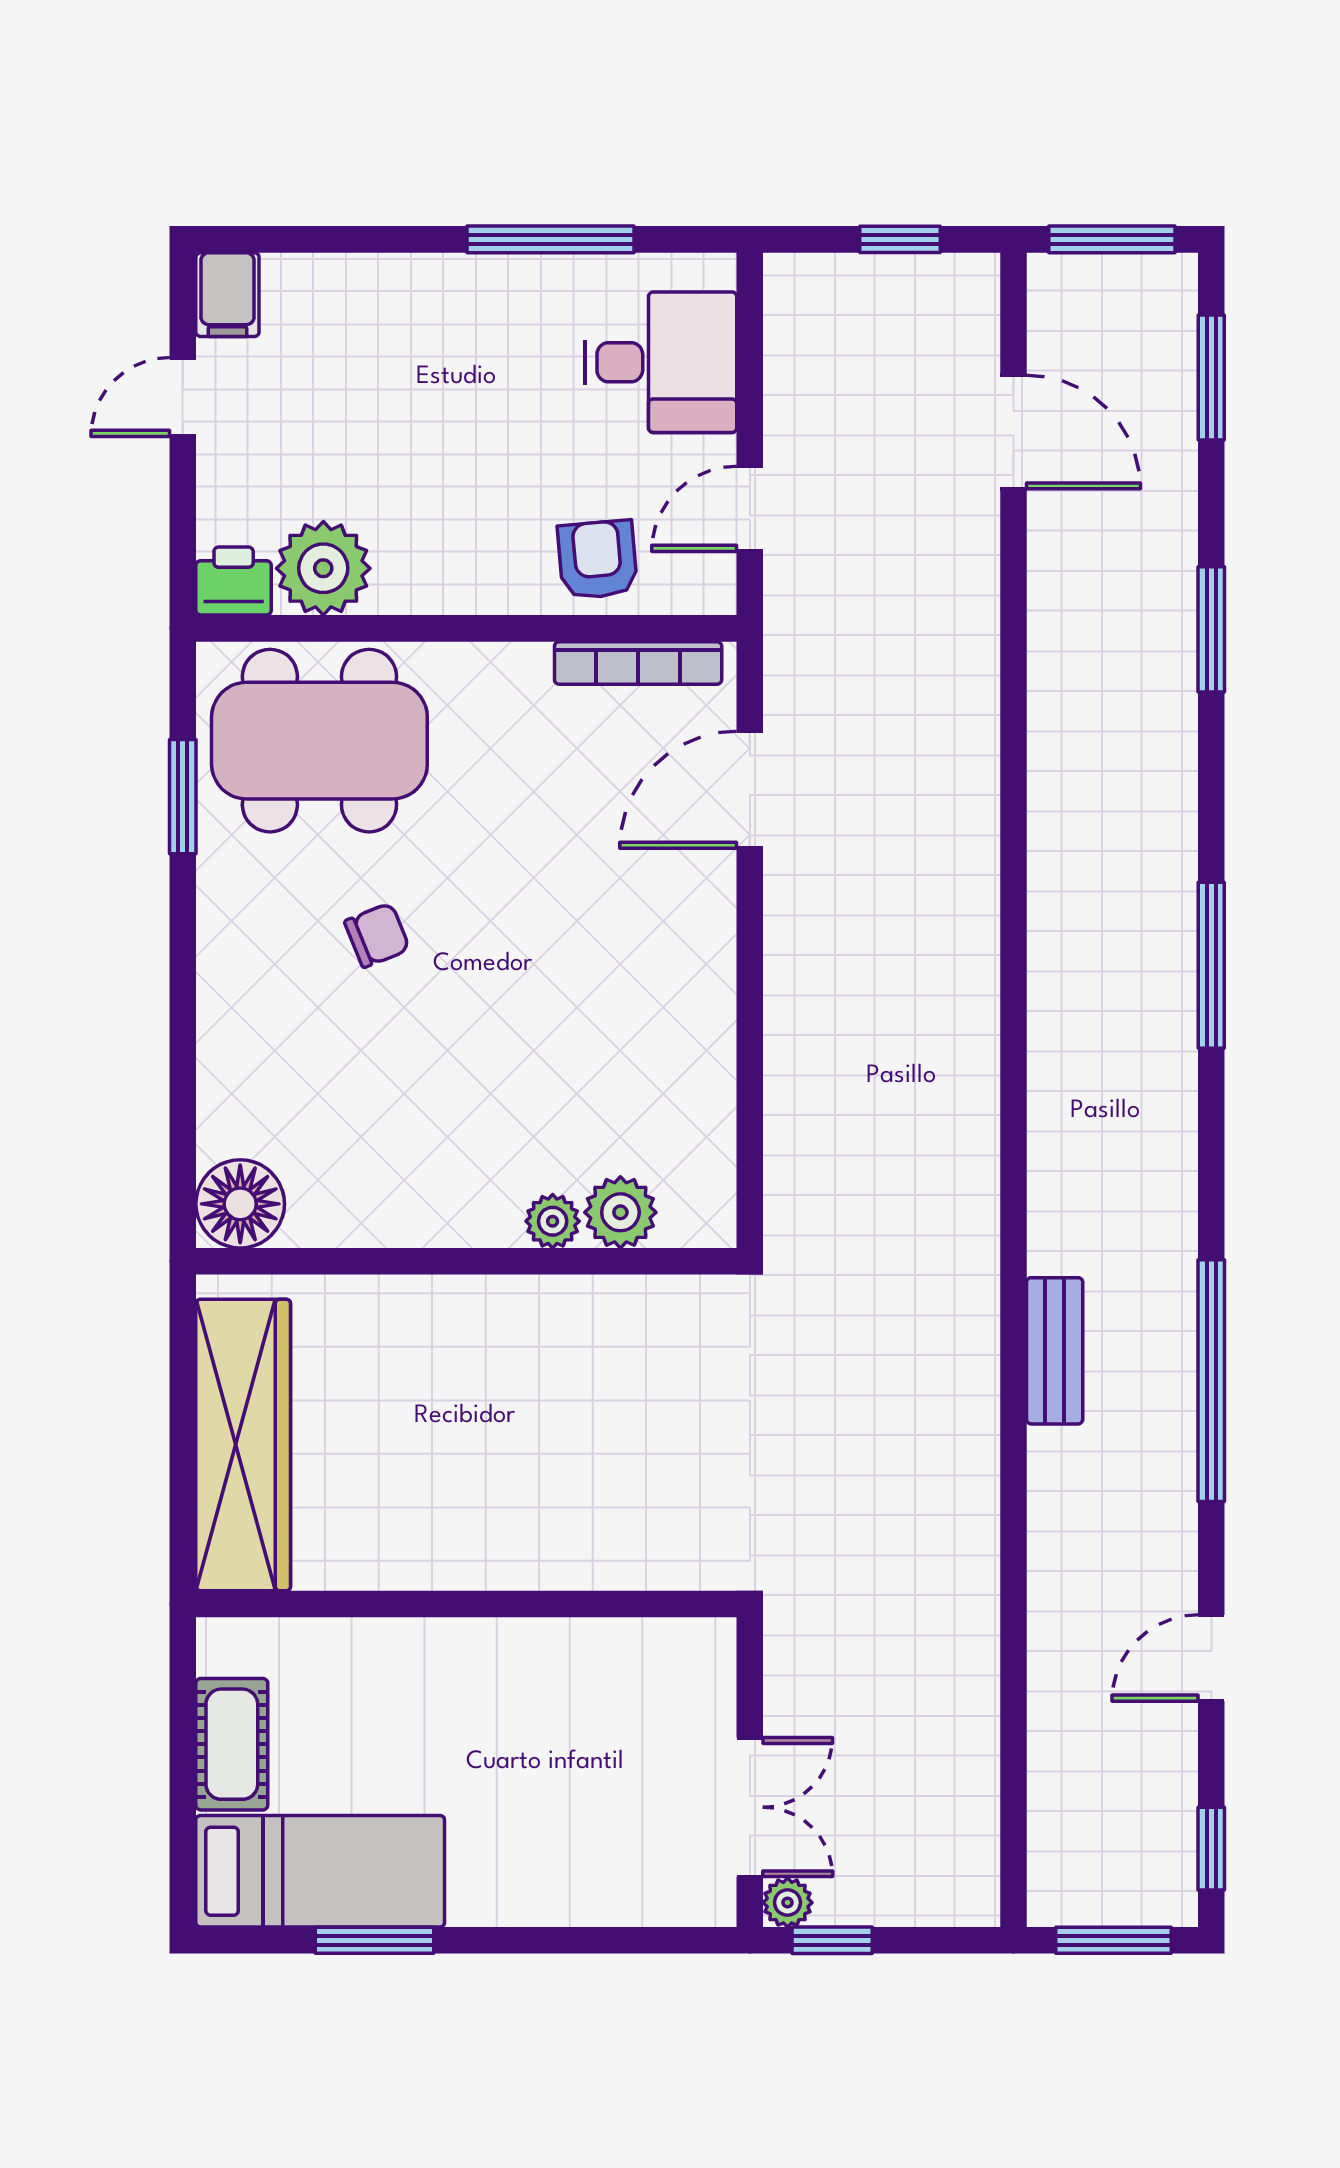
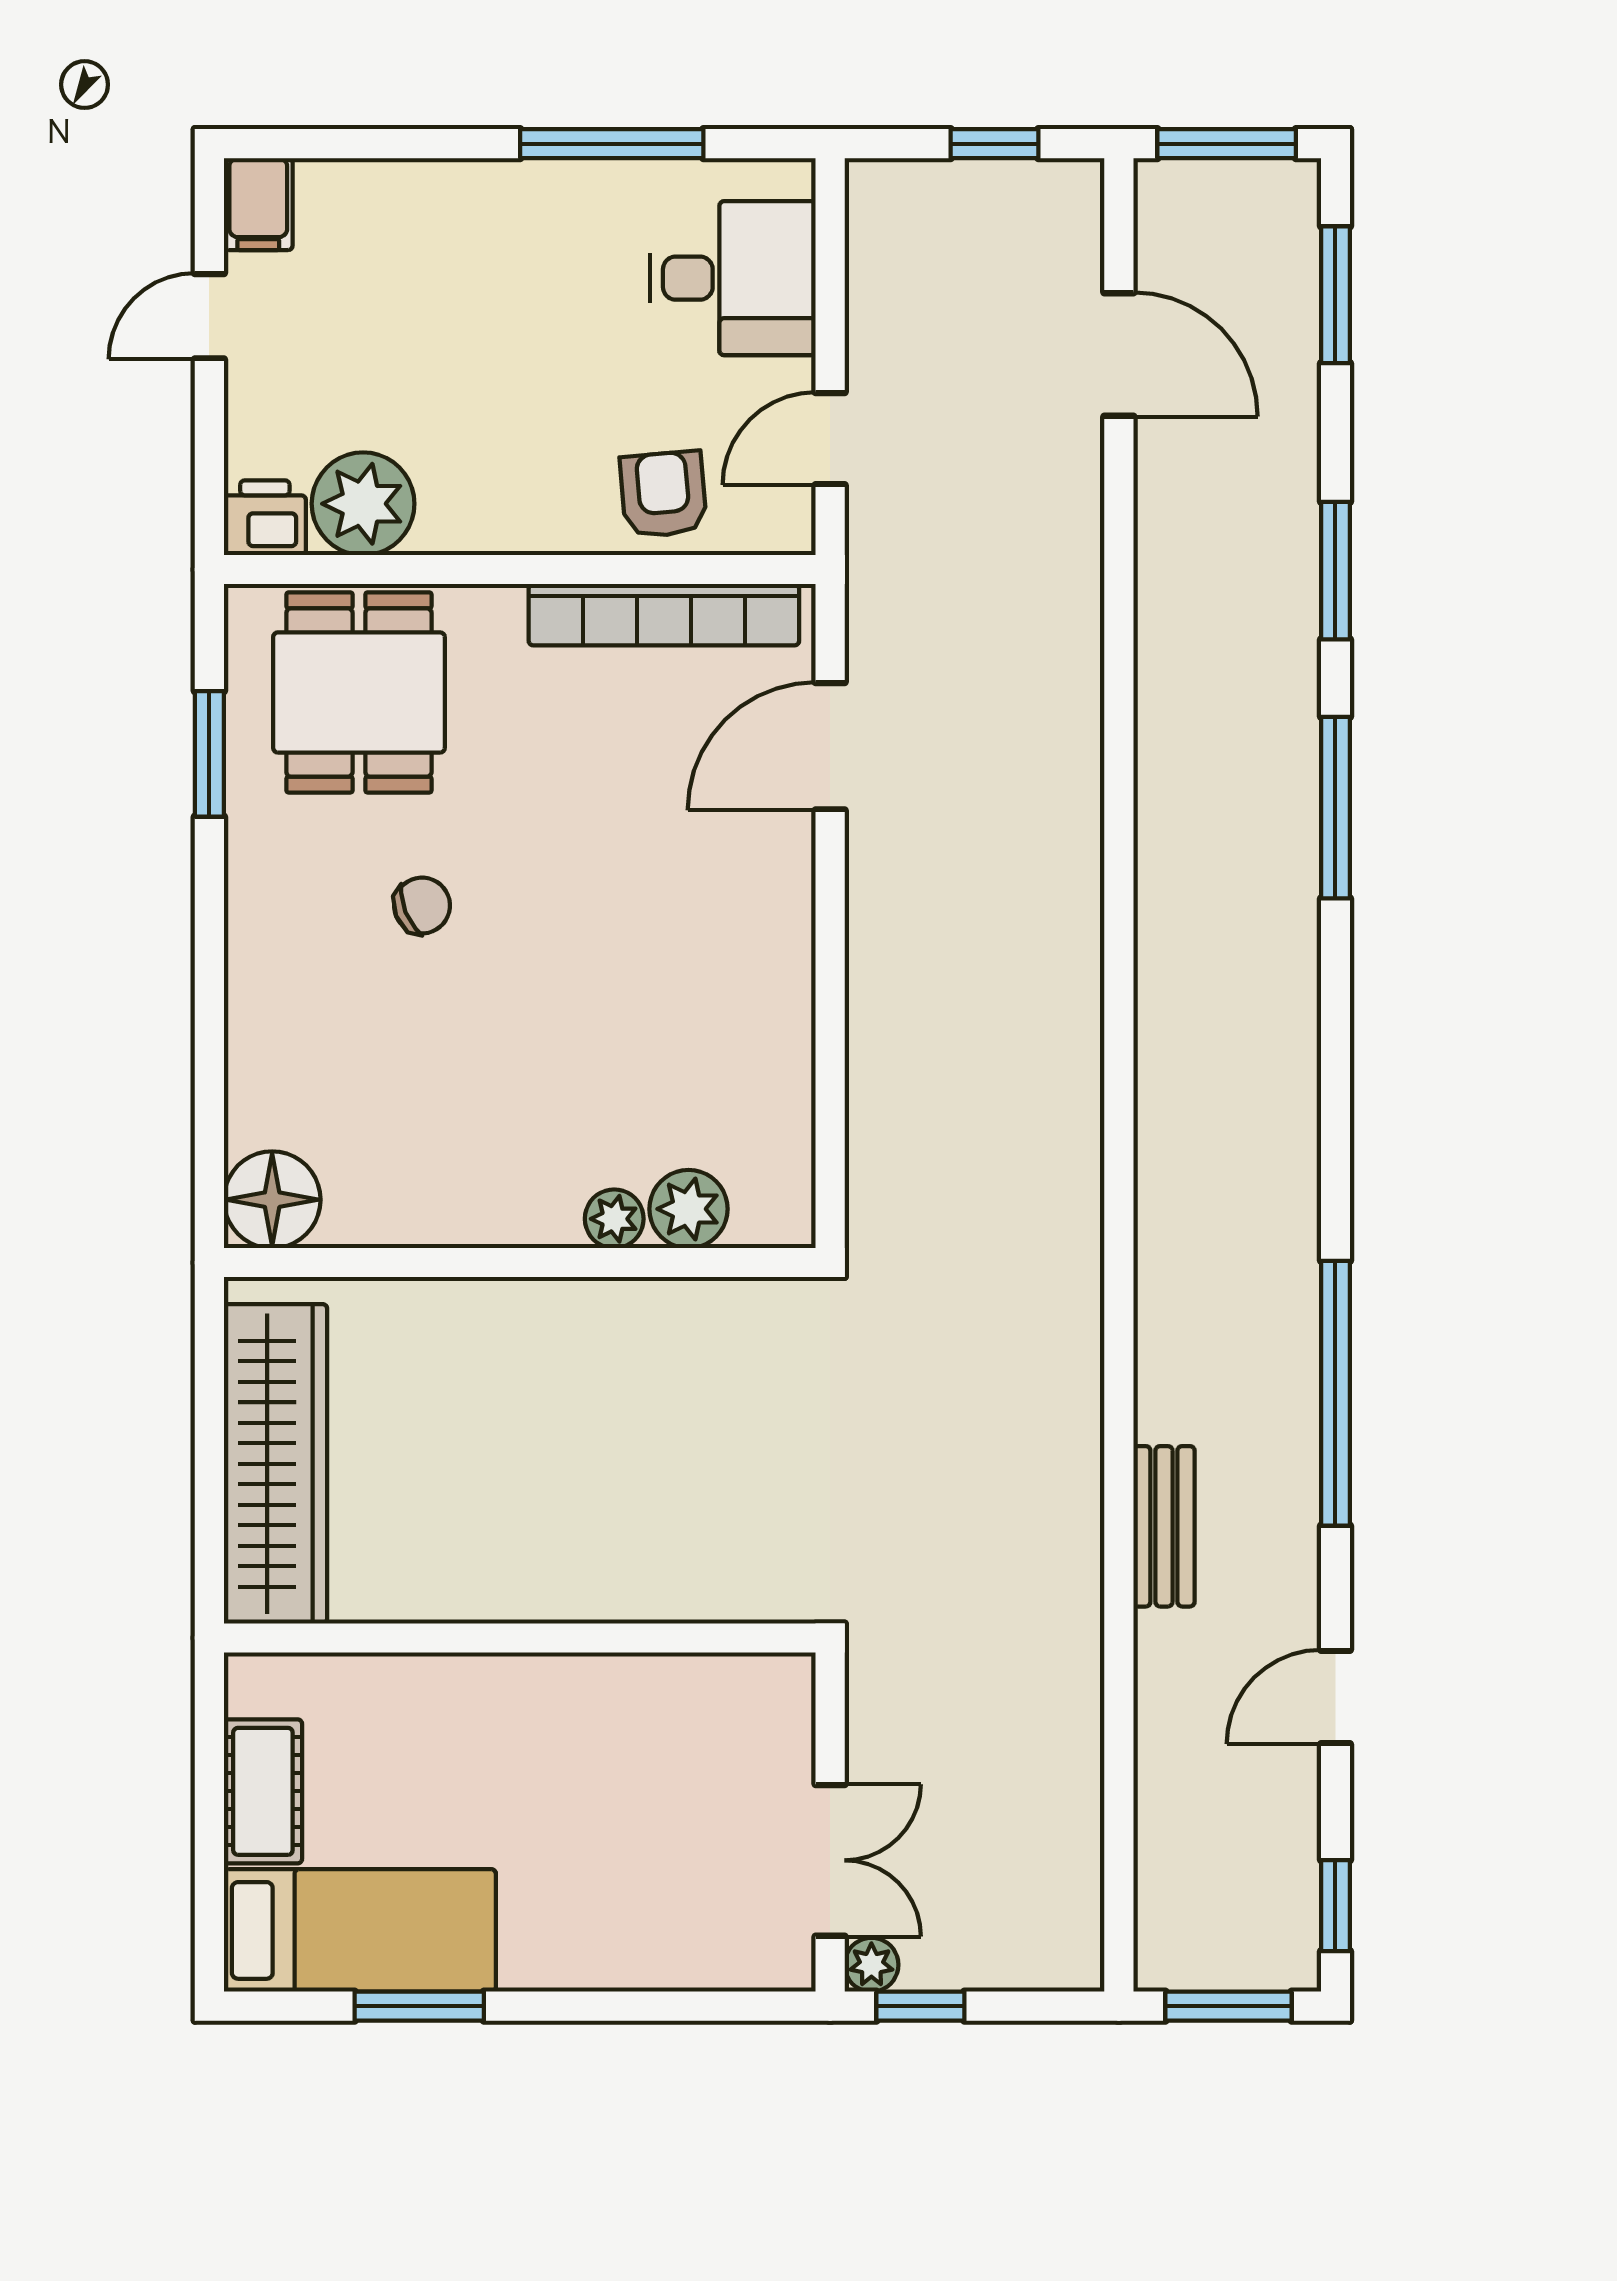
bookcase: (638, 663) -> (664, 615), width x1.48, depth x1.31
dining table: (319, 741) -> (359, 692), width x0.73
window: (1211, 965) -> (1335, 808), moved
bench: (1055, 1351) -> (1164, 1526), moved

